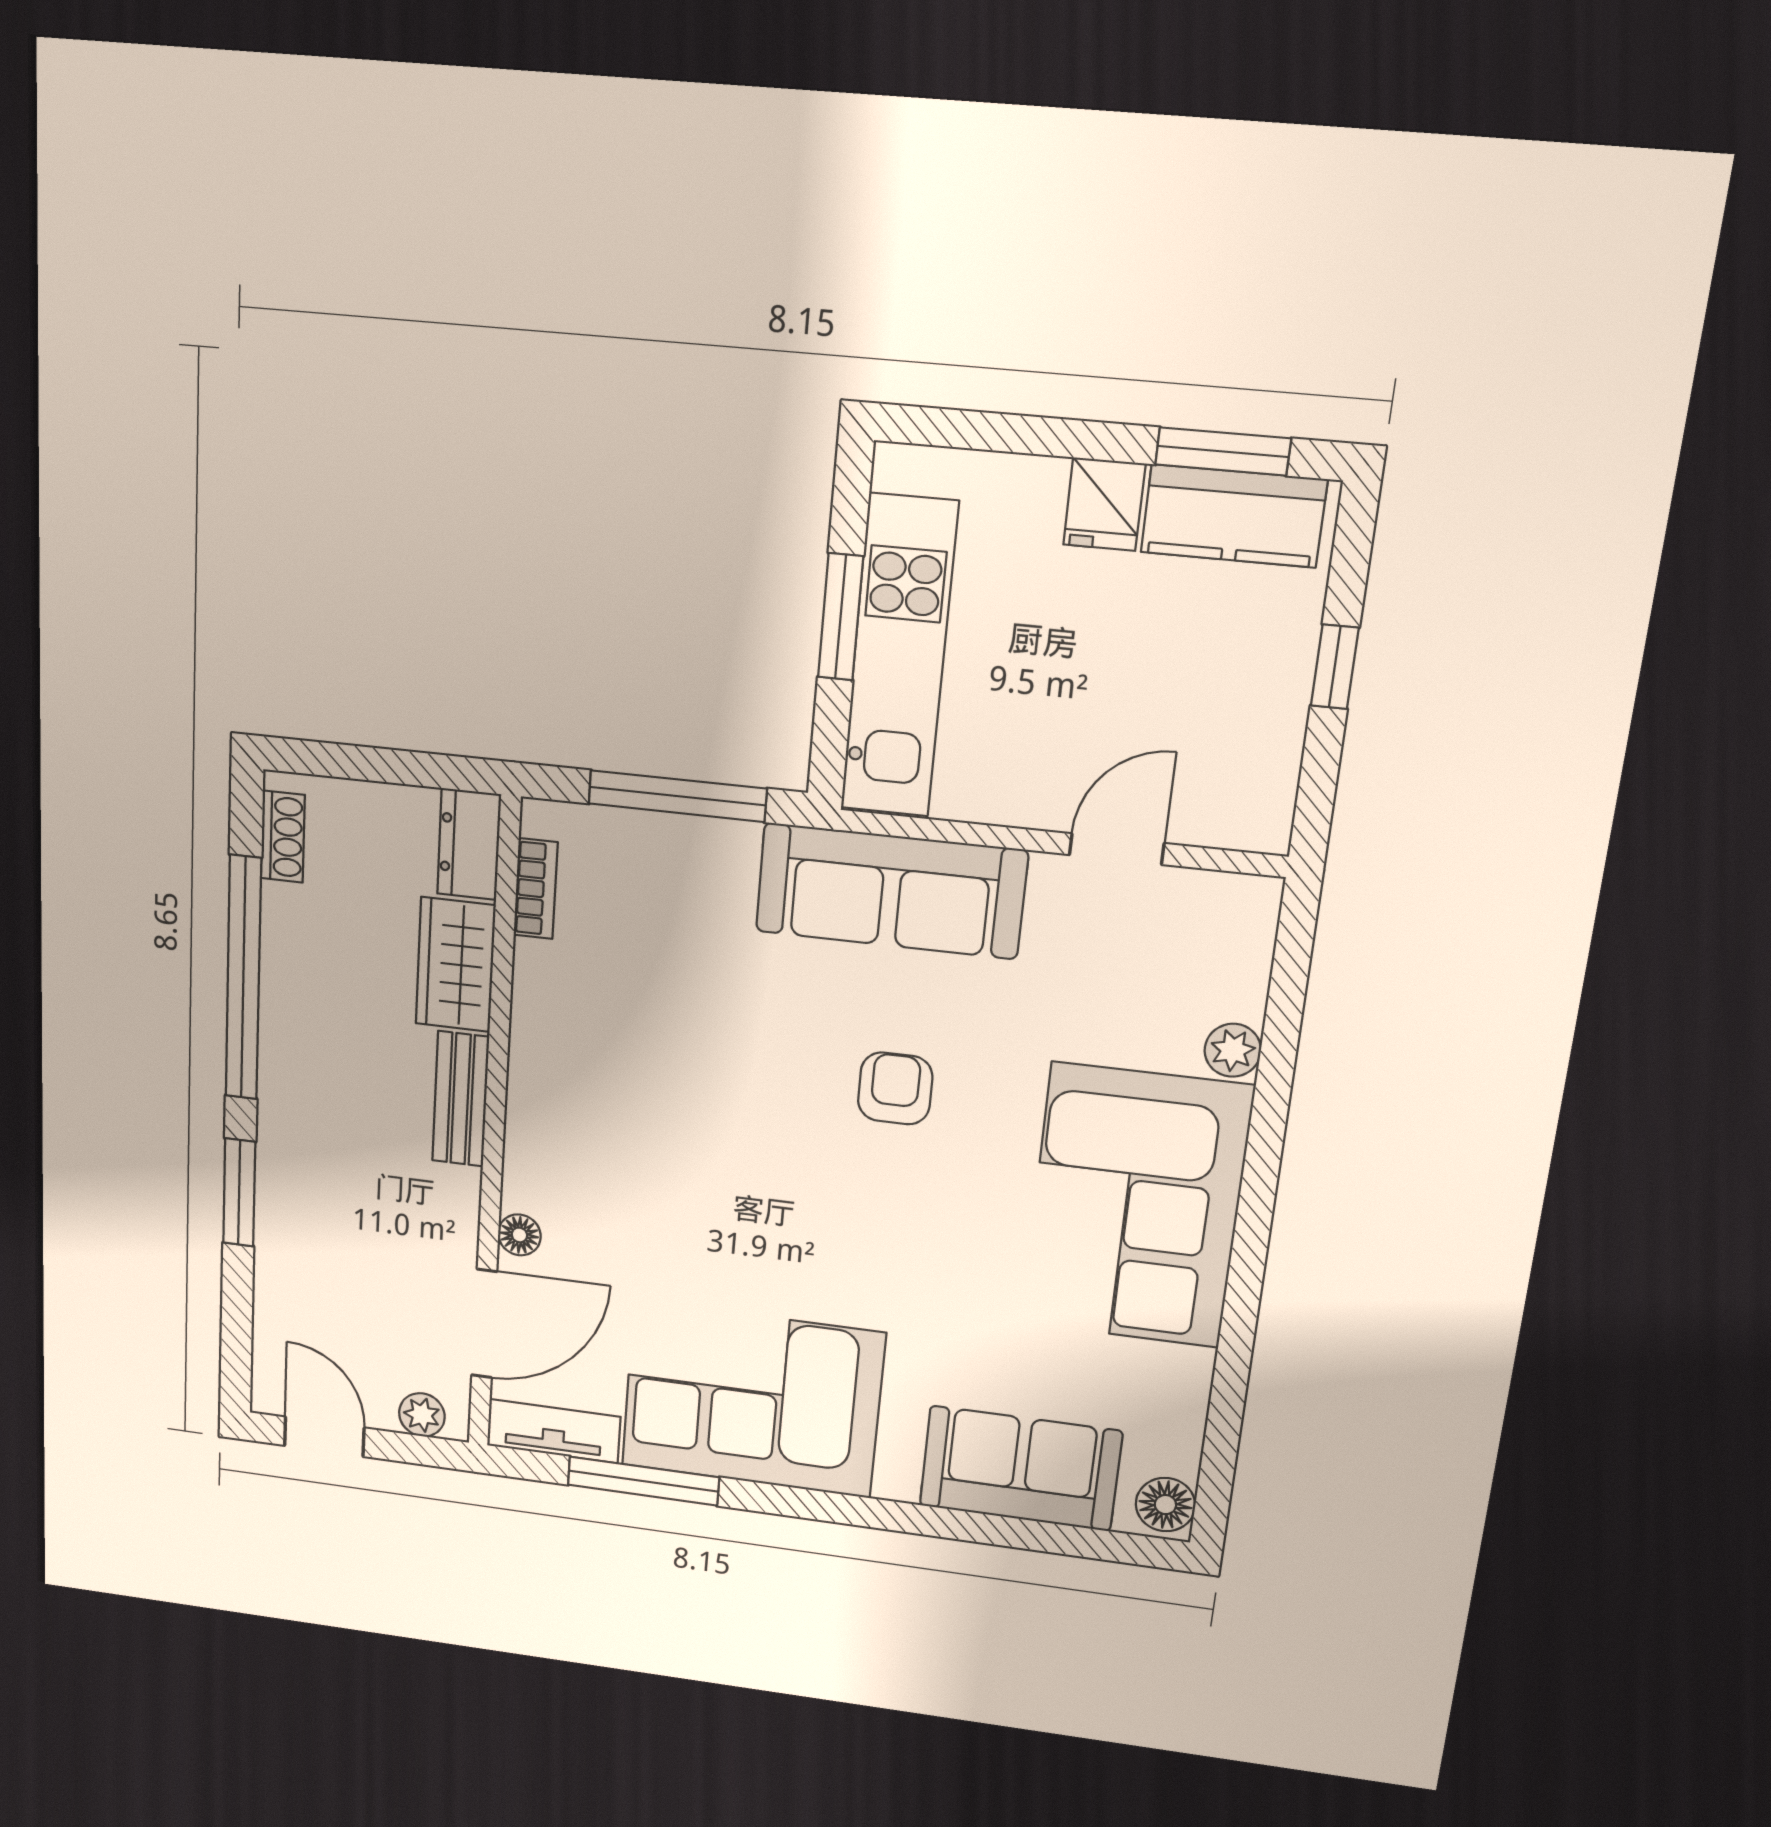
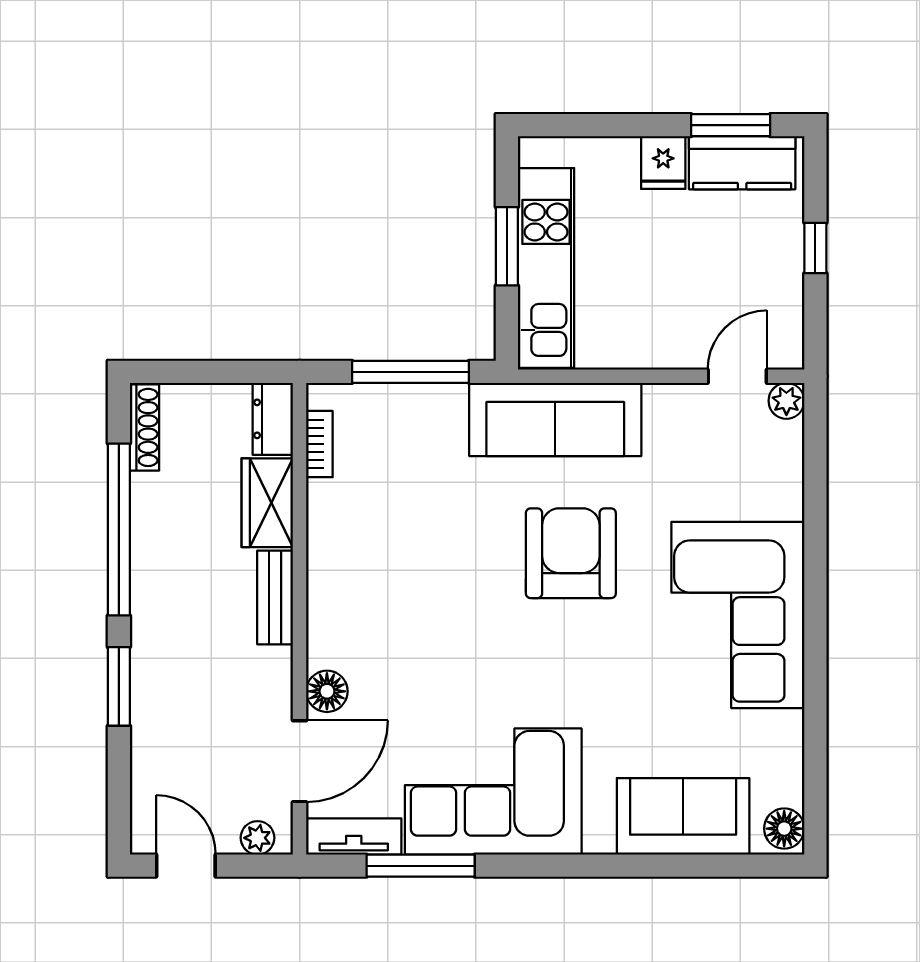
shoe rack: (283, 837) -> (145, 427), width x1.43
door: (1117, 849) -> (737, 376), moved
plant: (1233, 1050) -> (786, 401), moved
armchair: (895, 1088) -> (571, 553), width x1.88, depth x1.88
floor lamp: (519, 1235) -> (327, 691), width x1.37, depth x1.37

